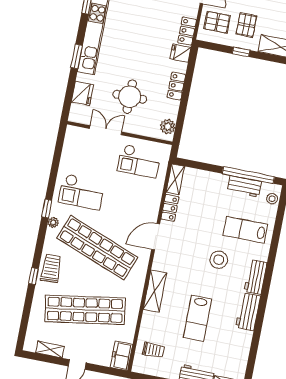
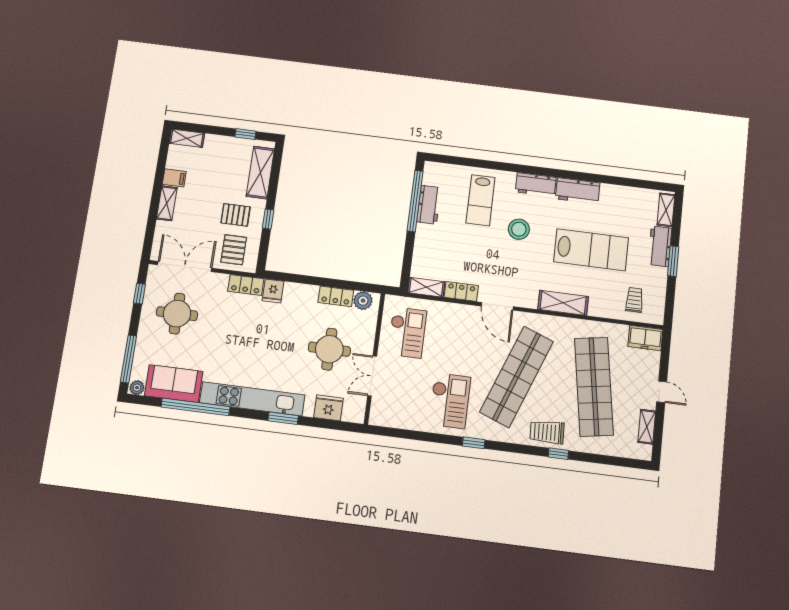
locker: (176, 86) -> (336, 296), moved
stool: (272, 199) -> (441, 171), removed
plant: (53, 222) -> (490, 434), removed
lab bench: (198, 318) -> (591, 250), width x1.36, depth x1.39

